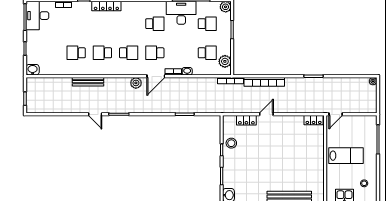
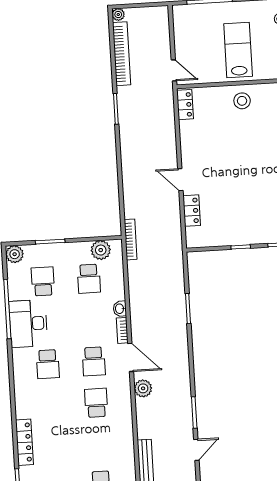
school desk: (155, 24) -> (48, 364), turned 180
school desk: (102, 53) -> (99, 444), removed
school desk: (207, 53) -> (89, 279), turned 180
bookcase: (264, 82) -> (122, 54), moved
stool: (231, 143) -> (242, 101), moved

